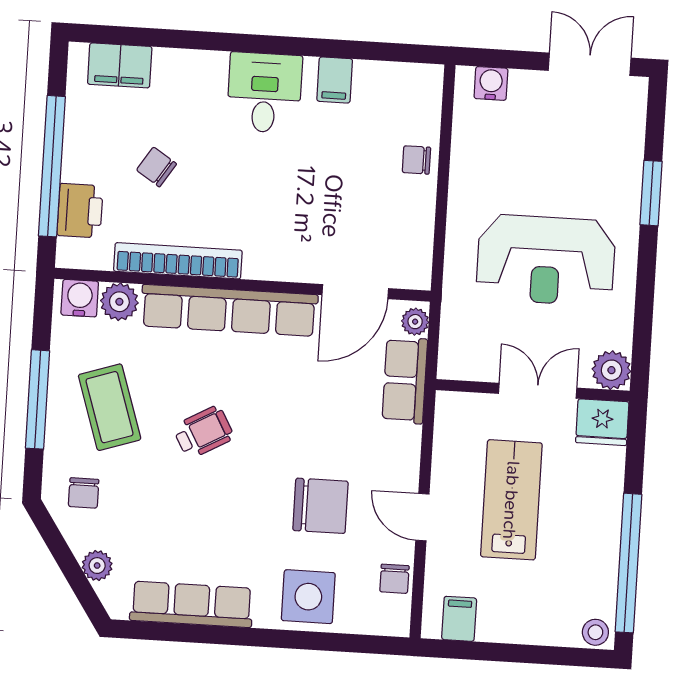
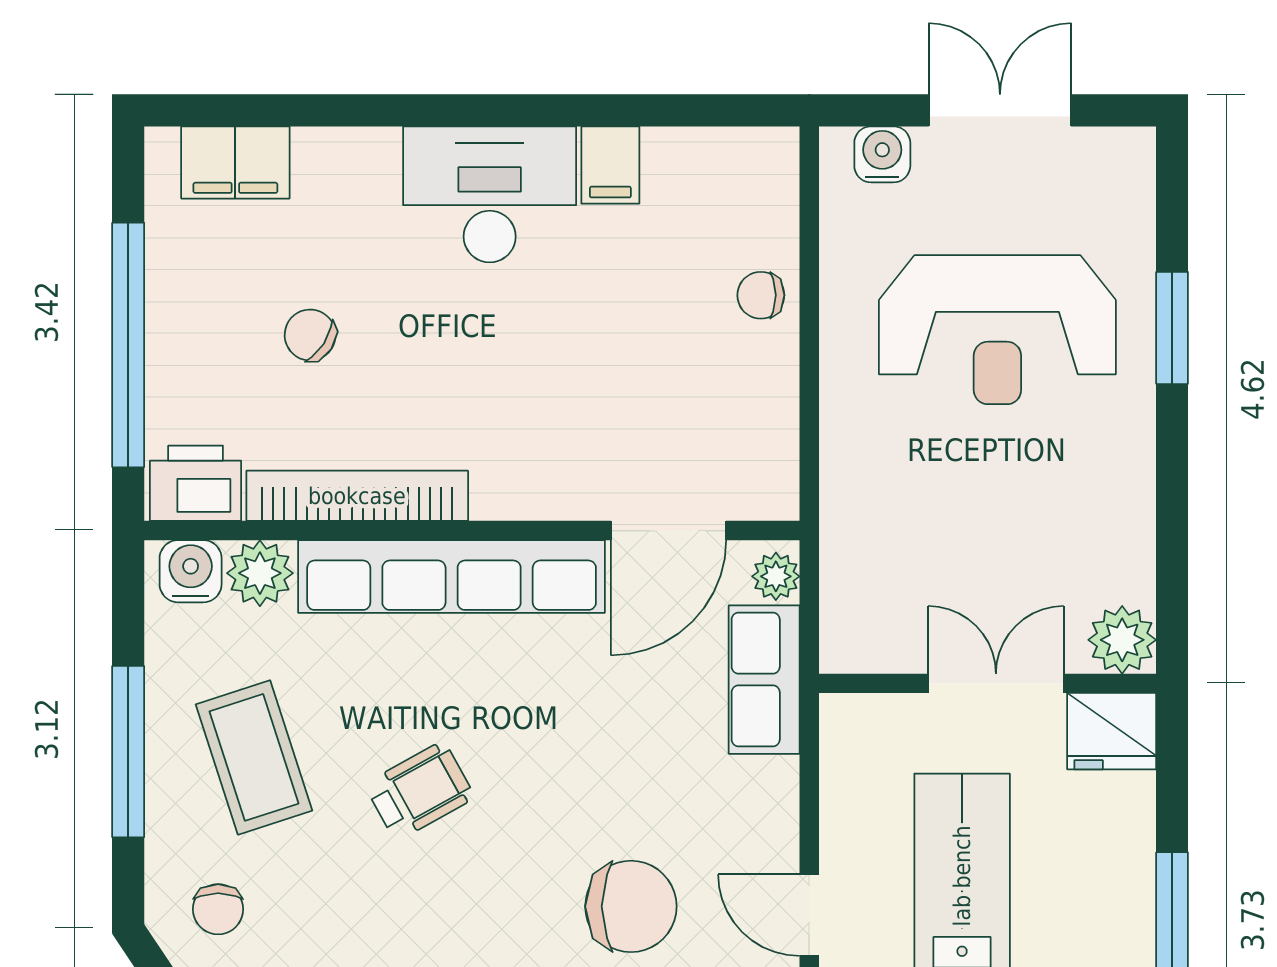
double door: (590, 64) -> (1000, 110), moved
desk: (264, 93) -> (490, 194), width x1.37
printer: (80, 211) -> (196, 483), moved, turned -90
reception desk: (546, 260) -> (997, 330), moved

